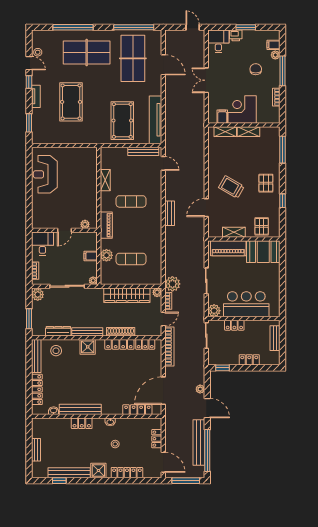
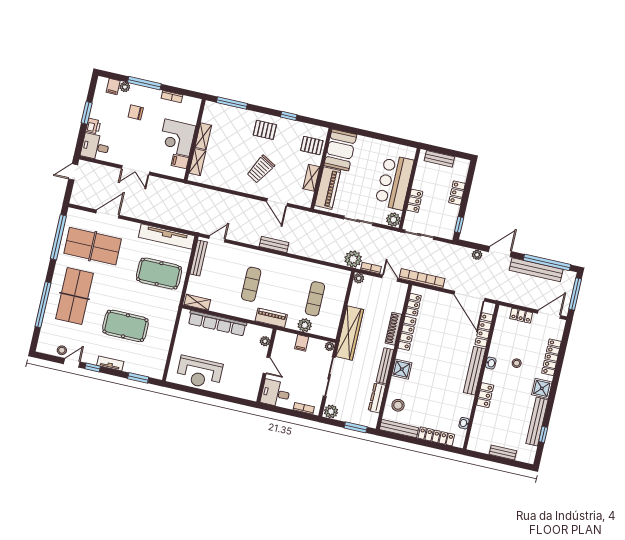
row of seats: (91, 180) -> (217, 323), added
shelving: (105, 180) -> (197, 302), moved
wardrobe: (127, 295) -> (350, 333), moved
bench: (80, 409) -> (474, 371), moved

